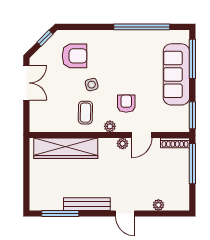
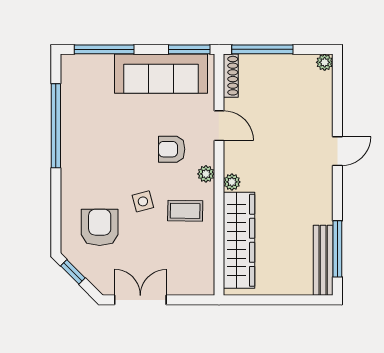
sofa: (176, 74) -> (161, 74), moved
plant: (123, 144) -> (232, 182), moved
bench: (87, 204) -> (323, 260), moved
plant: (158, 205) -> (325, 62), moved

